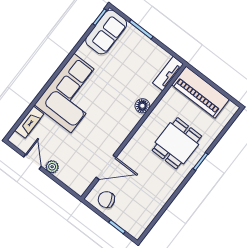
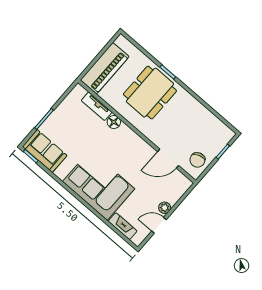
tv unit: (168, 74) -> (97, 106), moved
dining table: (177, 143) -> (150, 93), width x1.37
door: (106, 167) -> (168, 159), swing flipped

